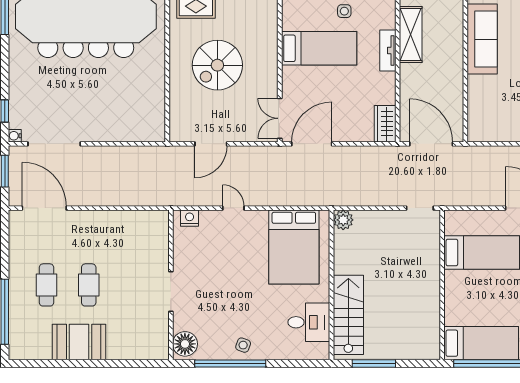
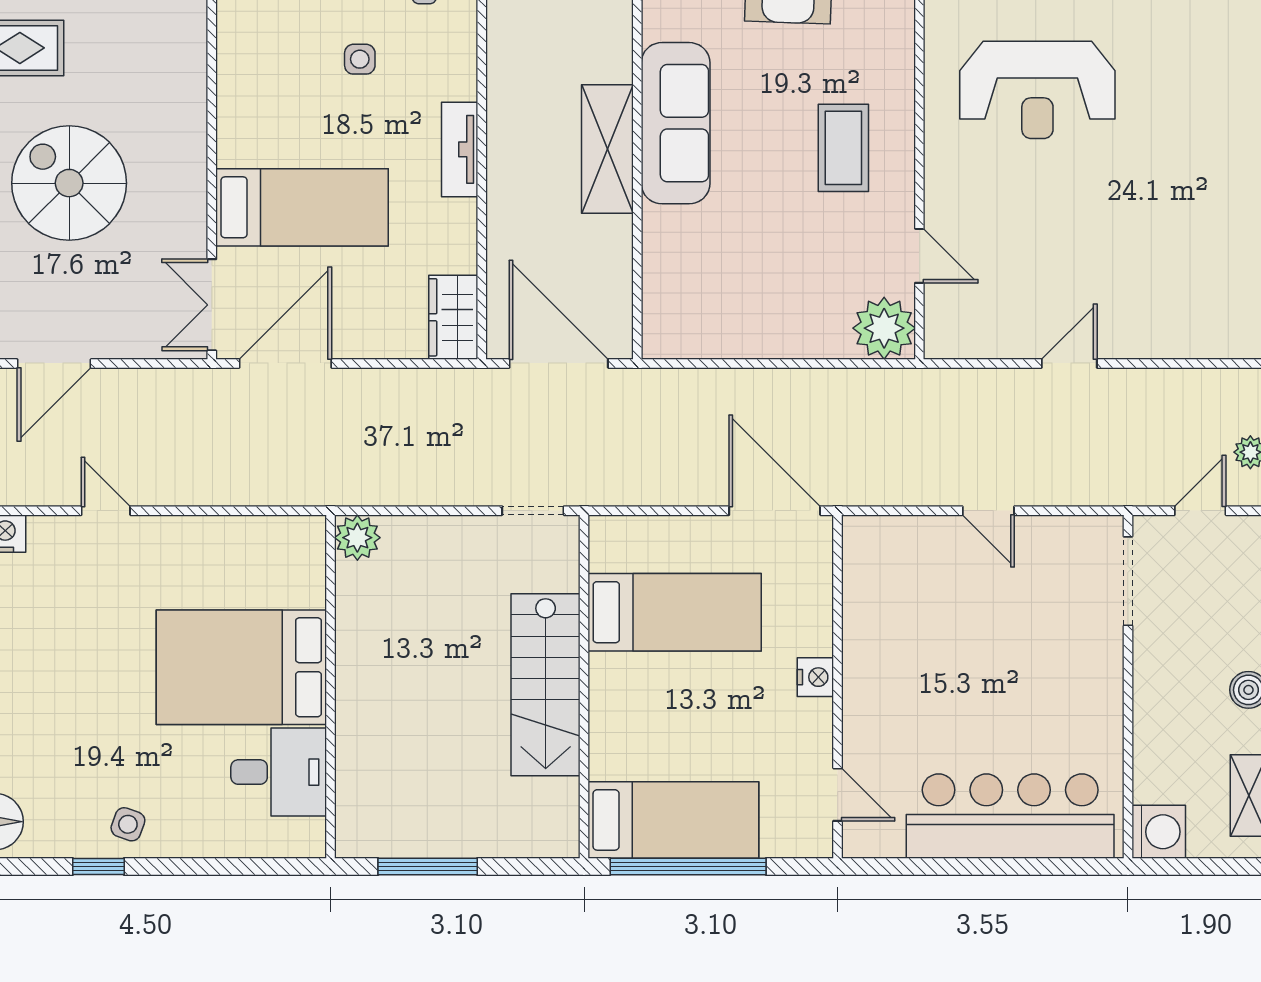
shelving: (411, 34) -> (607, 149), moved
bed: (319, 48) -> (302, 207), moved
spiral stairs: (217, 65) -> (69, 183), turned 90
bed: (294, 247) -> (241, 667), moved, turned 90
stairs: (348, 315) -> (546, 685), moved, turned 180
window: (230, 364) -> (98, 867), width x0.32

